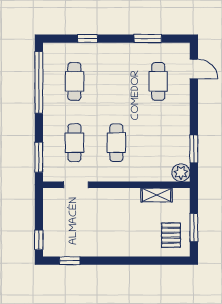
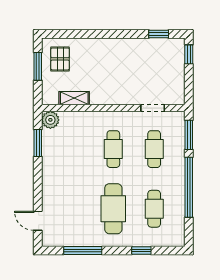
window: (148, 39) -> (83, 251), width x1.44
cafe table: (158, 81) -> (113, 209), moved, width x1.37, depth x1.35
window: (39, 83) -> (189, 187), moved

